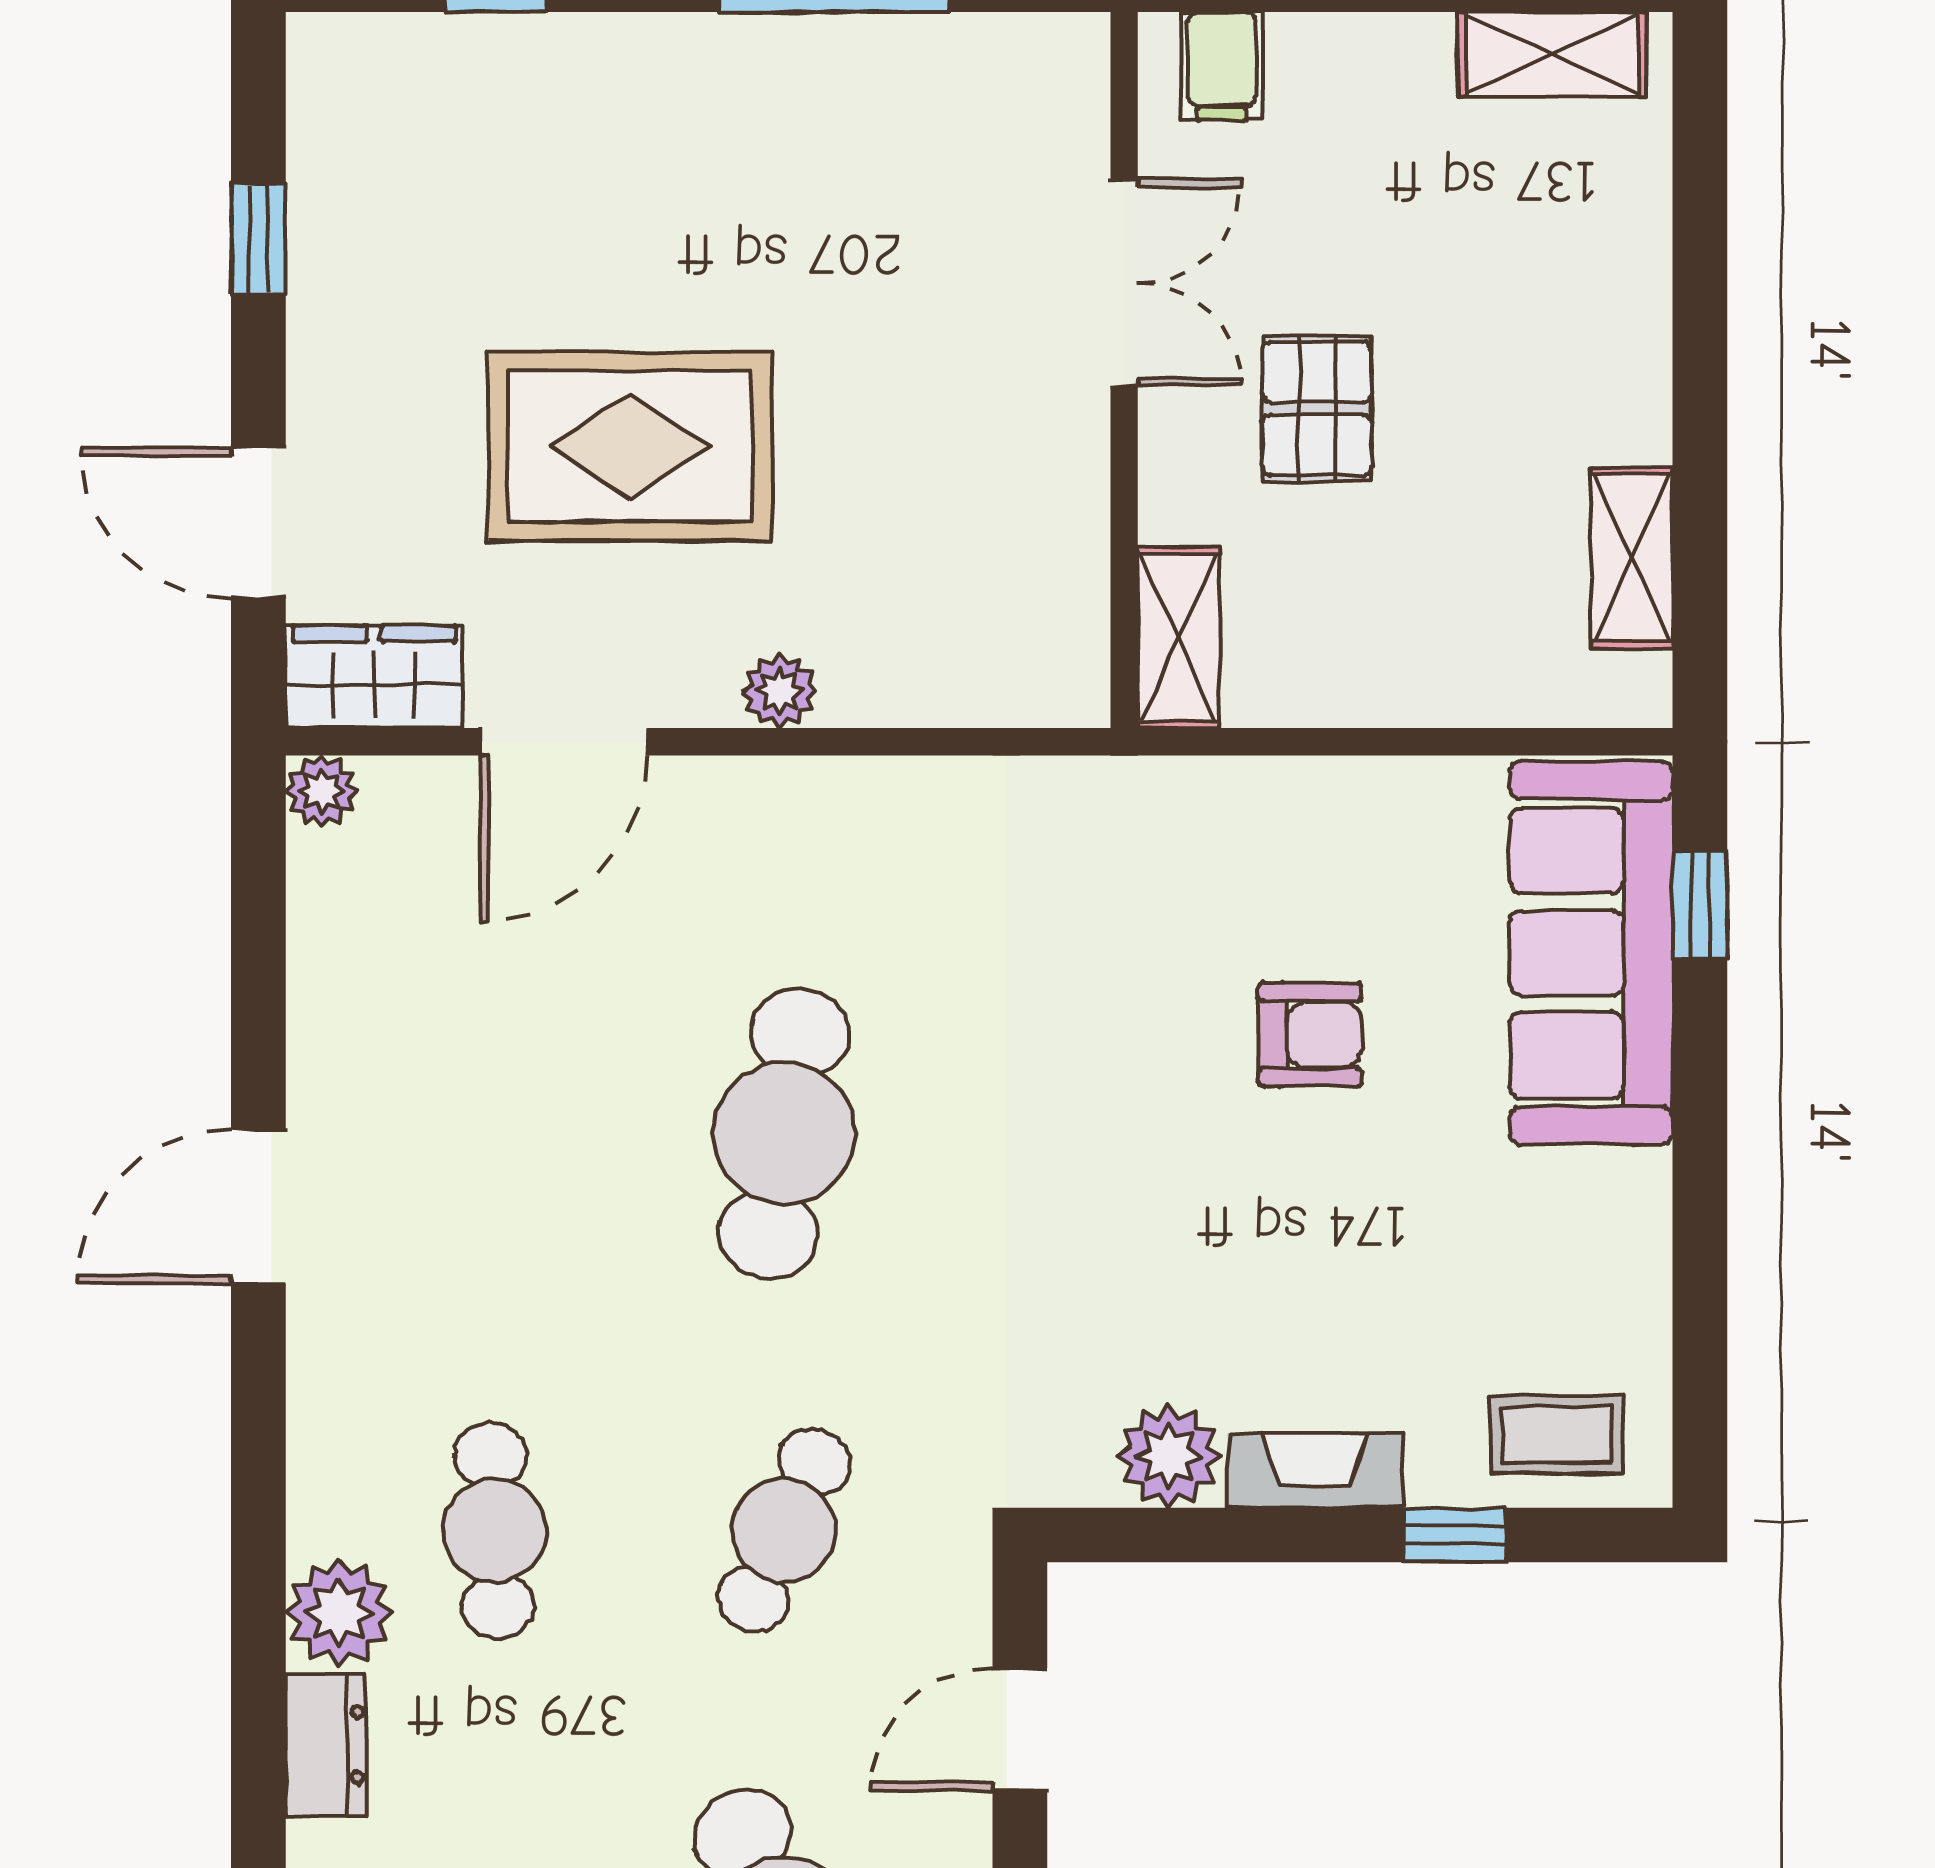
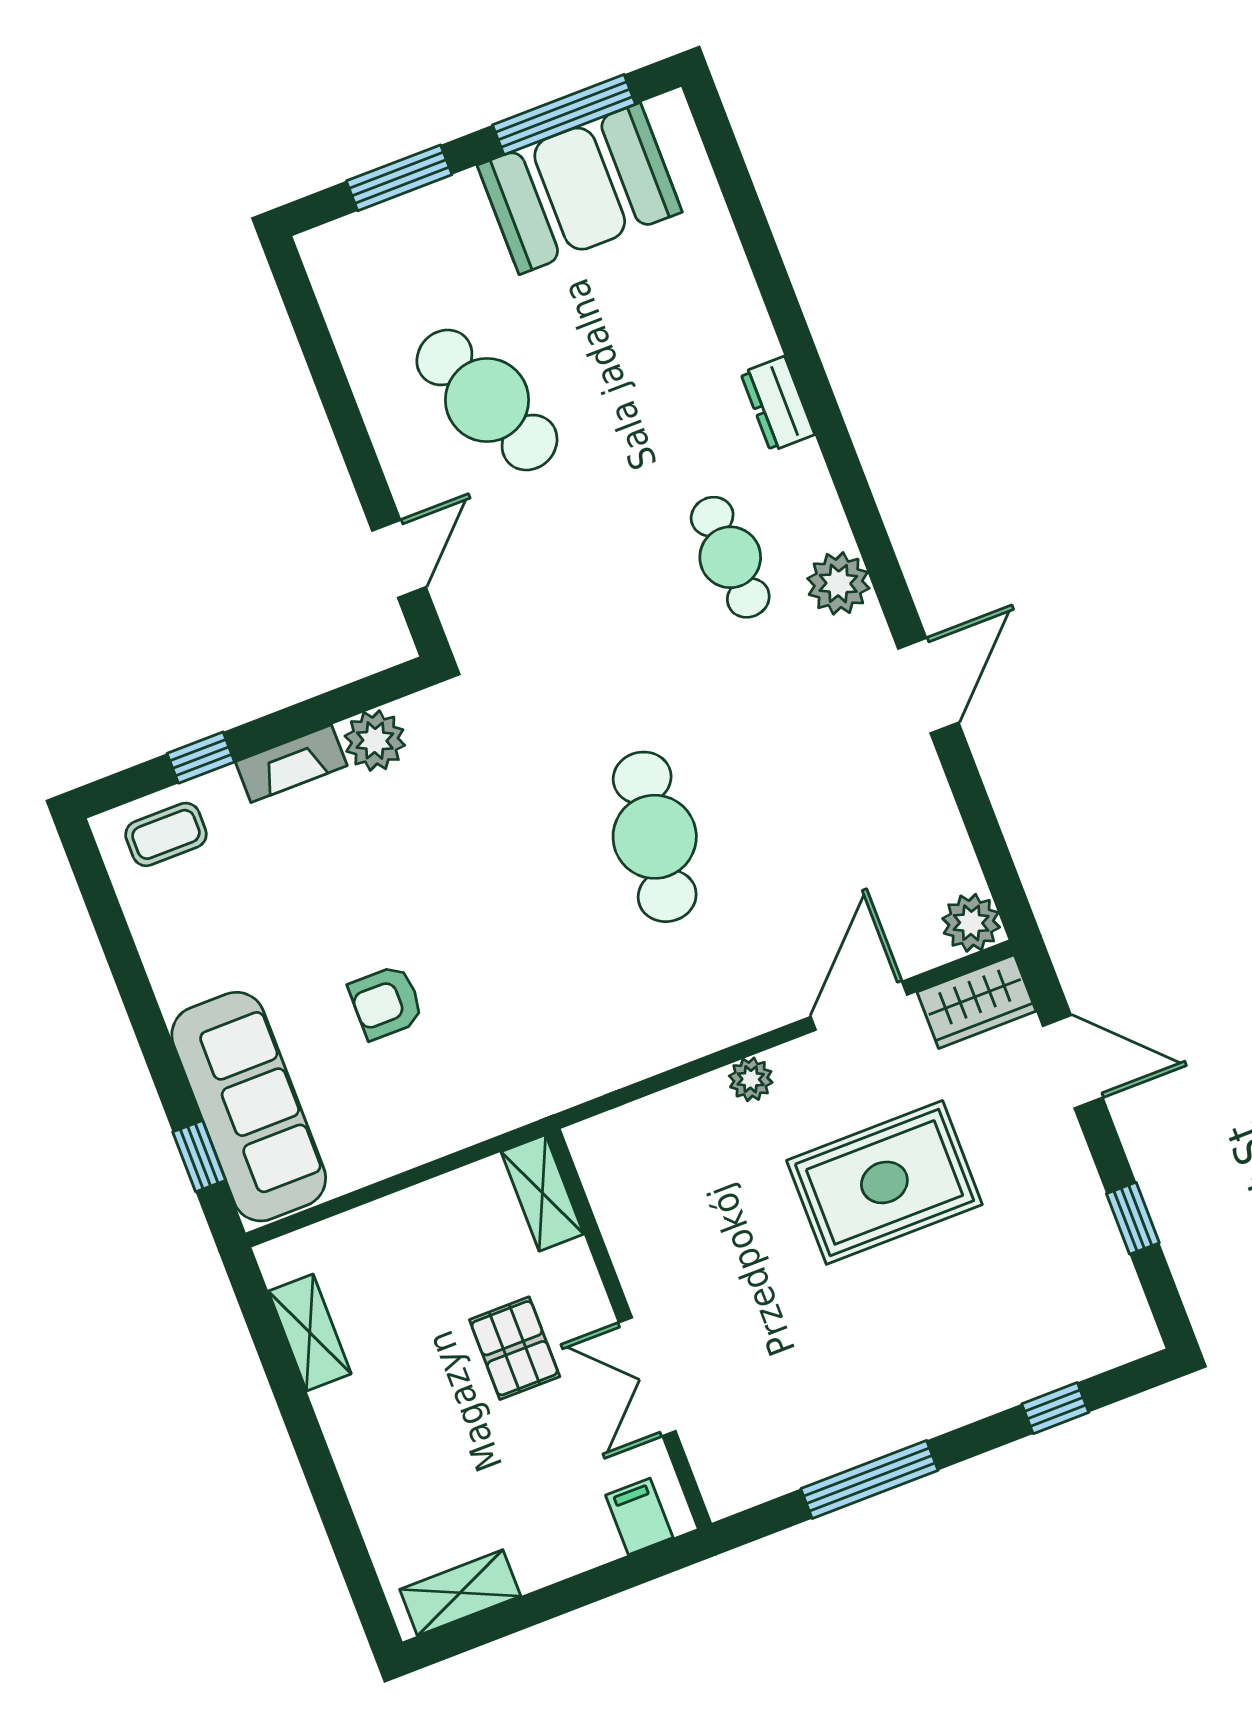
plant: (321, 791) -> (971, 923), width x1.38, depth x1.38
cafe table: (784, 1530) -> (571, 618), removed
plant: (339, 1613) -> (838, 583), moved

